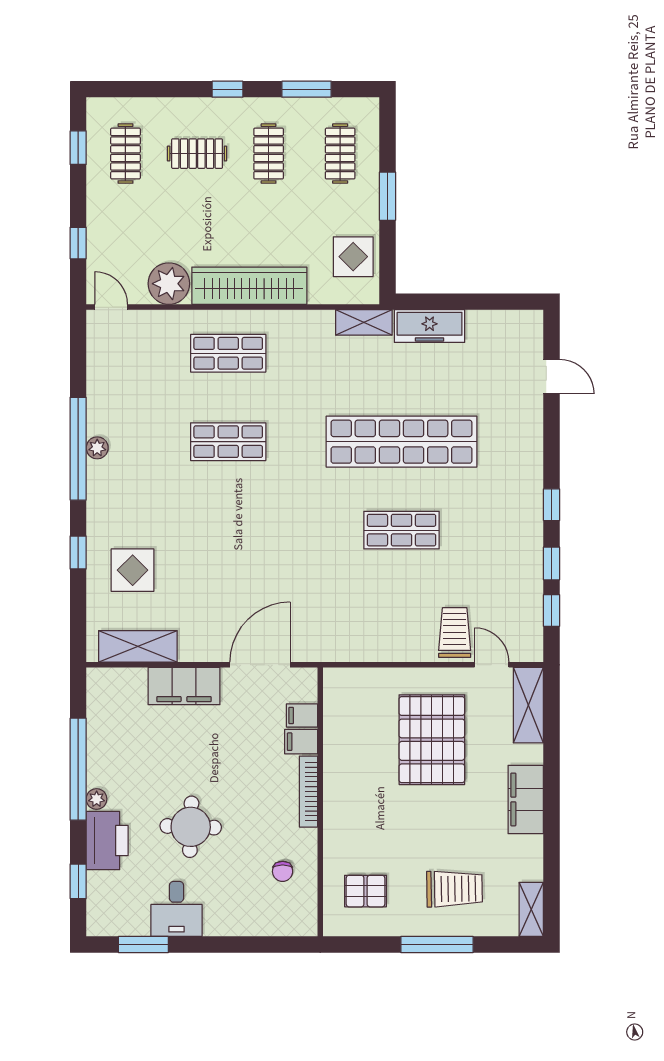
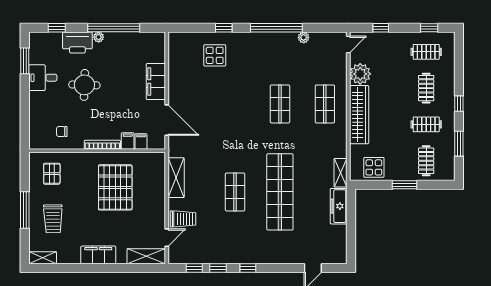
clothes rail: (340, 154) -> (426, 161), turned 90
plant: (97, 448) -> (304, 37), moved
shelving: (138, 646) -> (176, 178), moved
pallet: (432, 740) -> (115, 187), moved, turned 90

